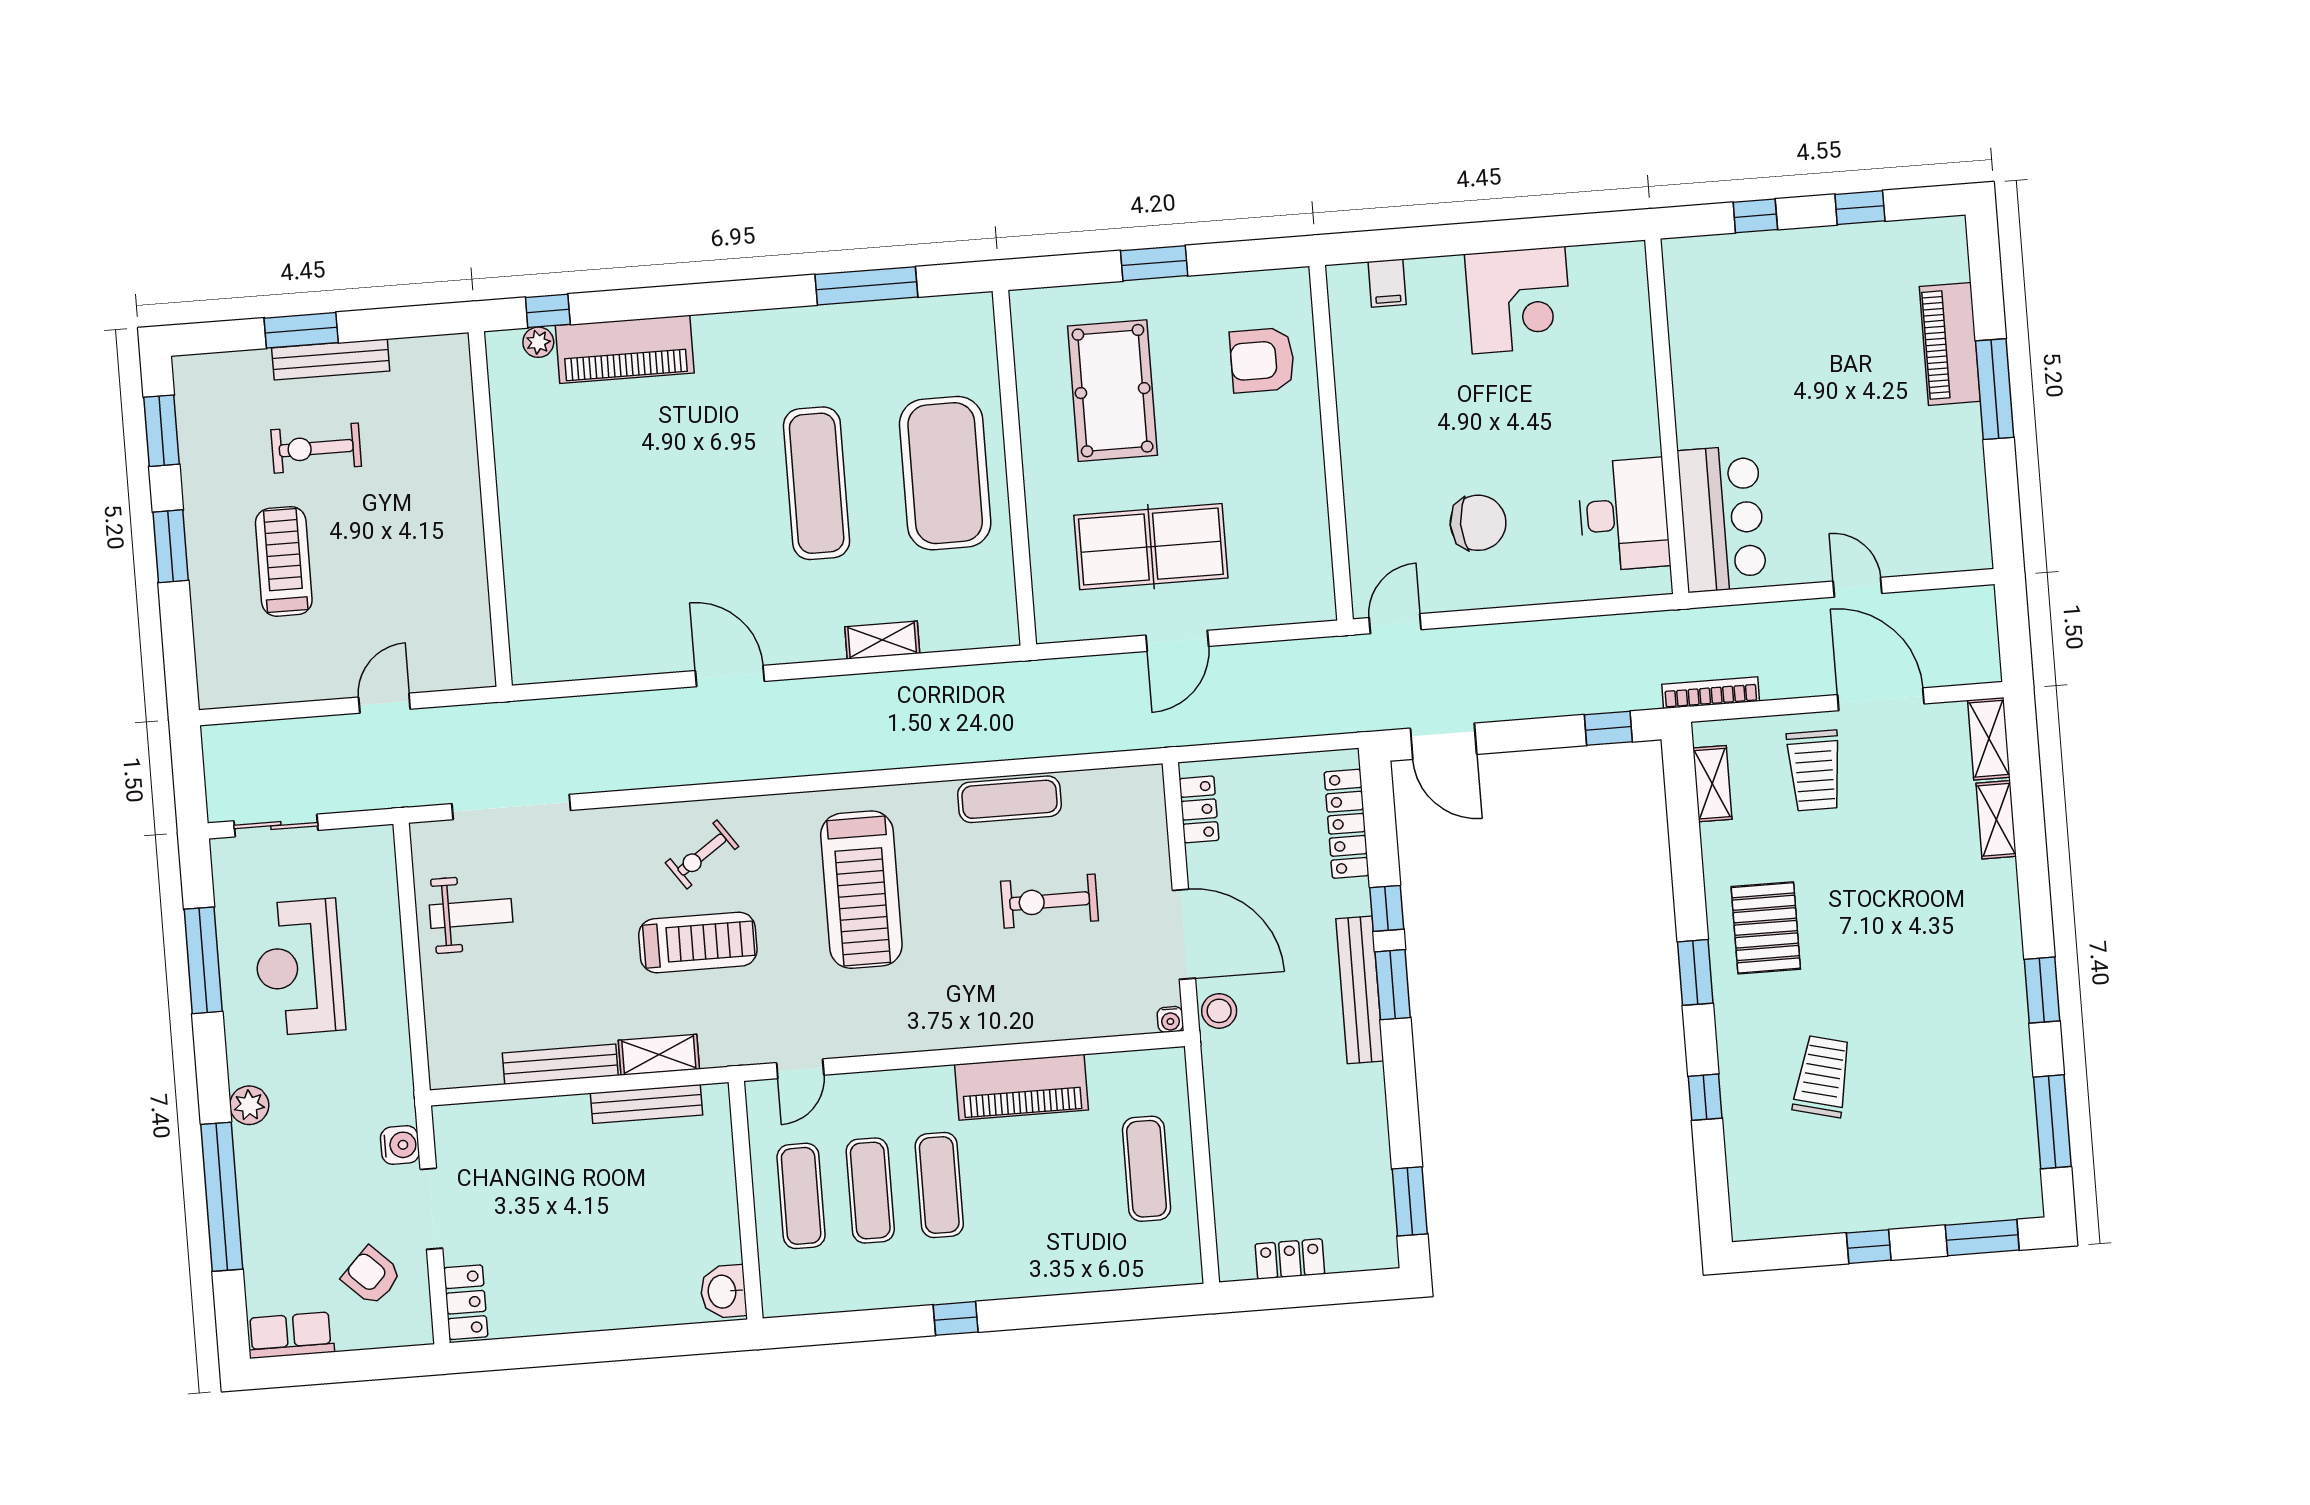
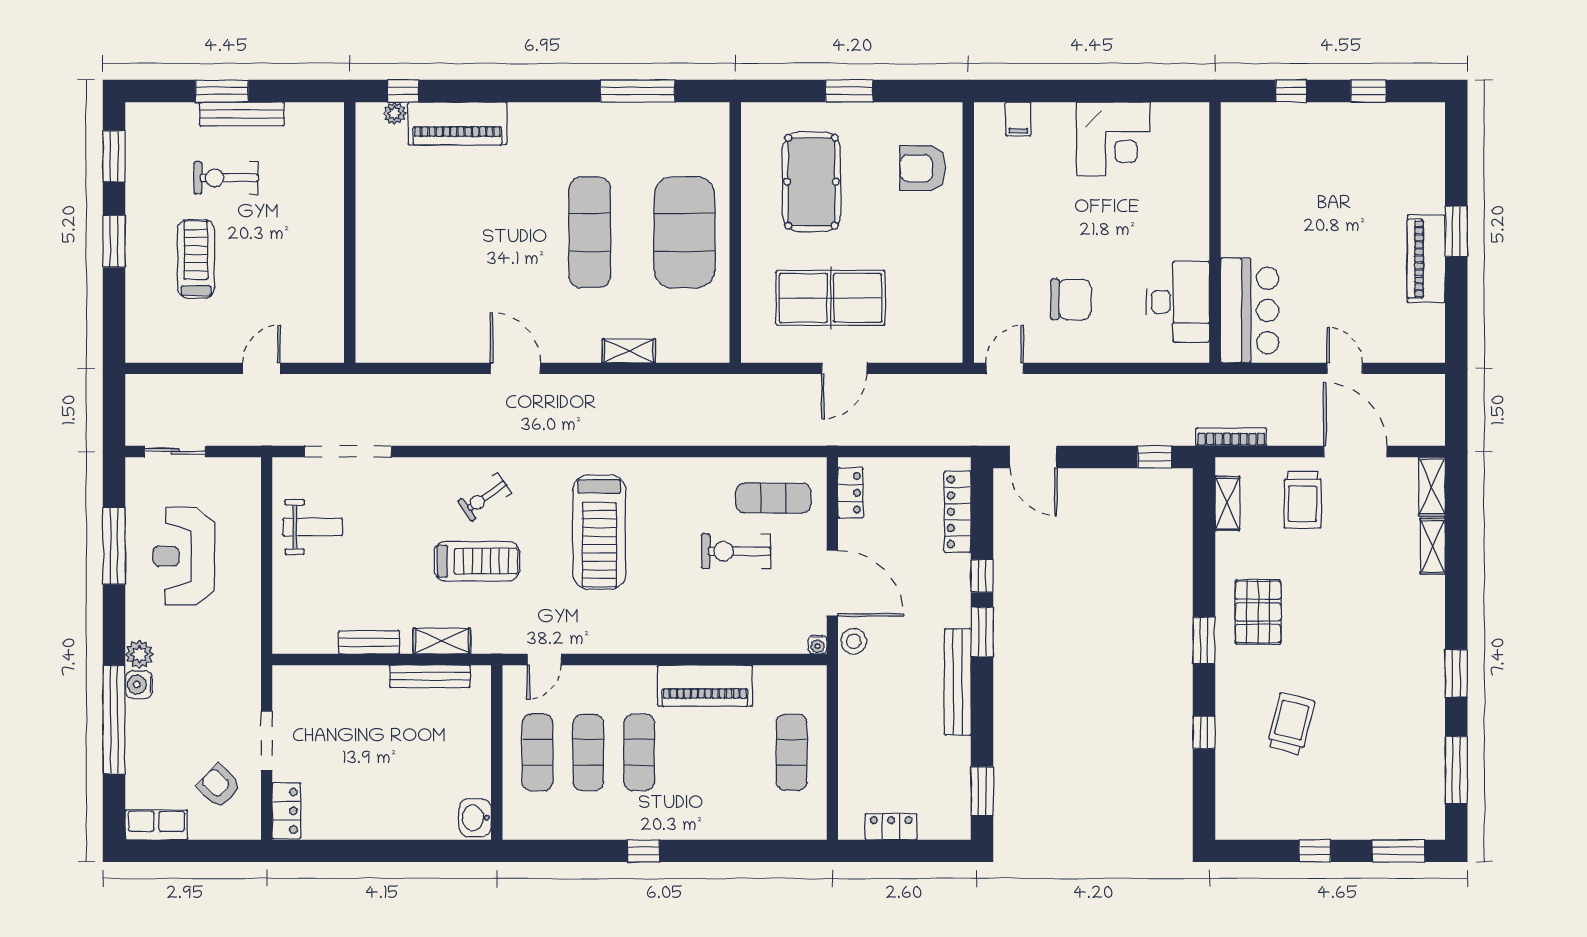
piano: (1950, 344) -> (1426, 259), moved
window: (1995, 389) -> (1456, 231), width x0.69
exercise mat: (1010, 799) -> (773, 498), moved
bench: (1360, 990) -> (958, 682), moved
bench: (560, 1064) -> (369, 642), width x0.73
water cooler: (400, 1145) -> (139, 685), moved, turned 180

